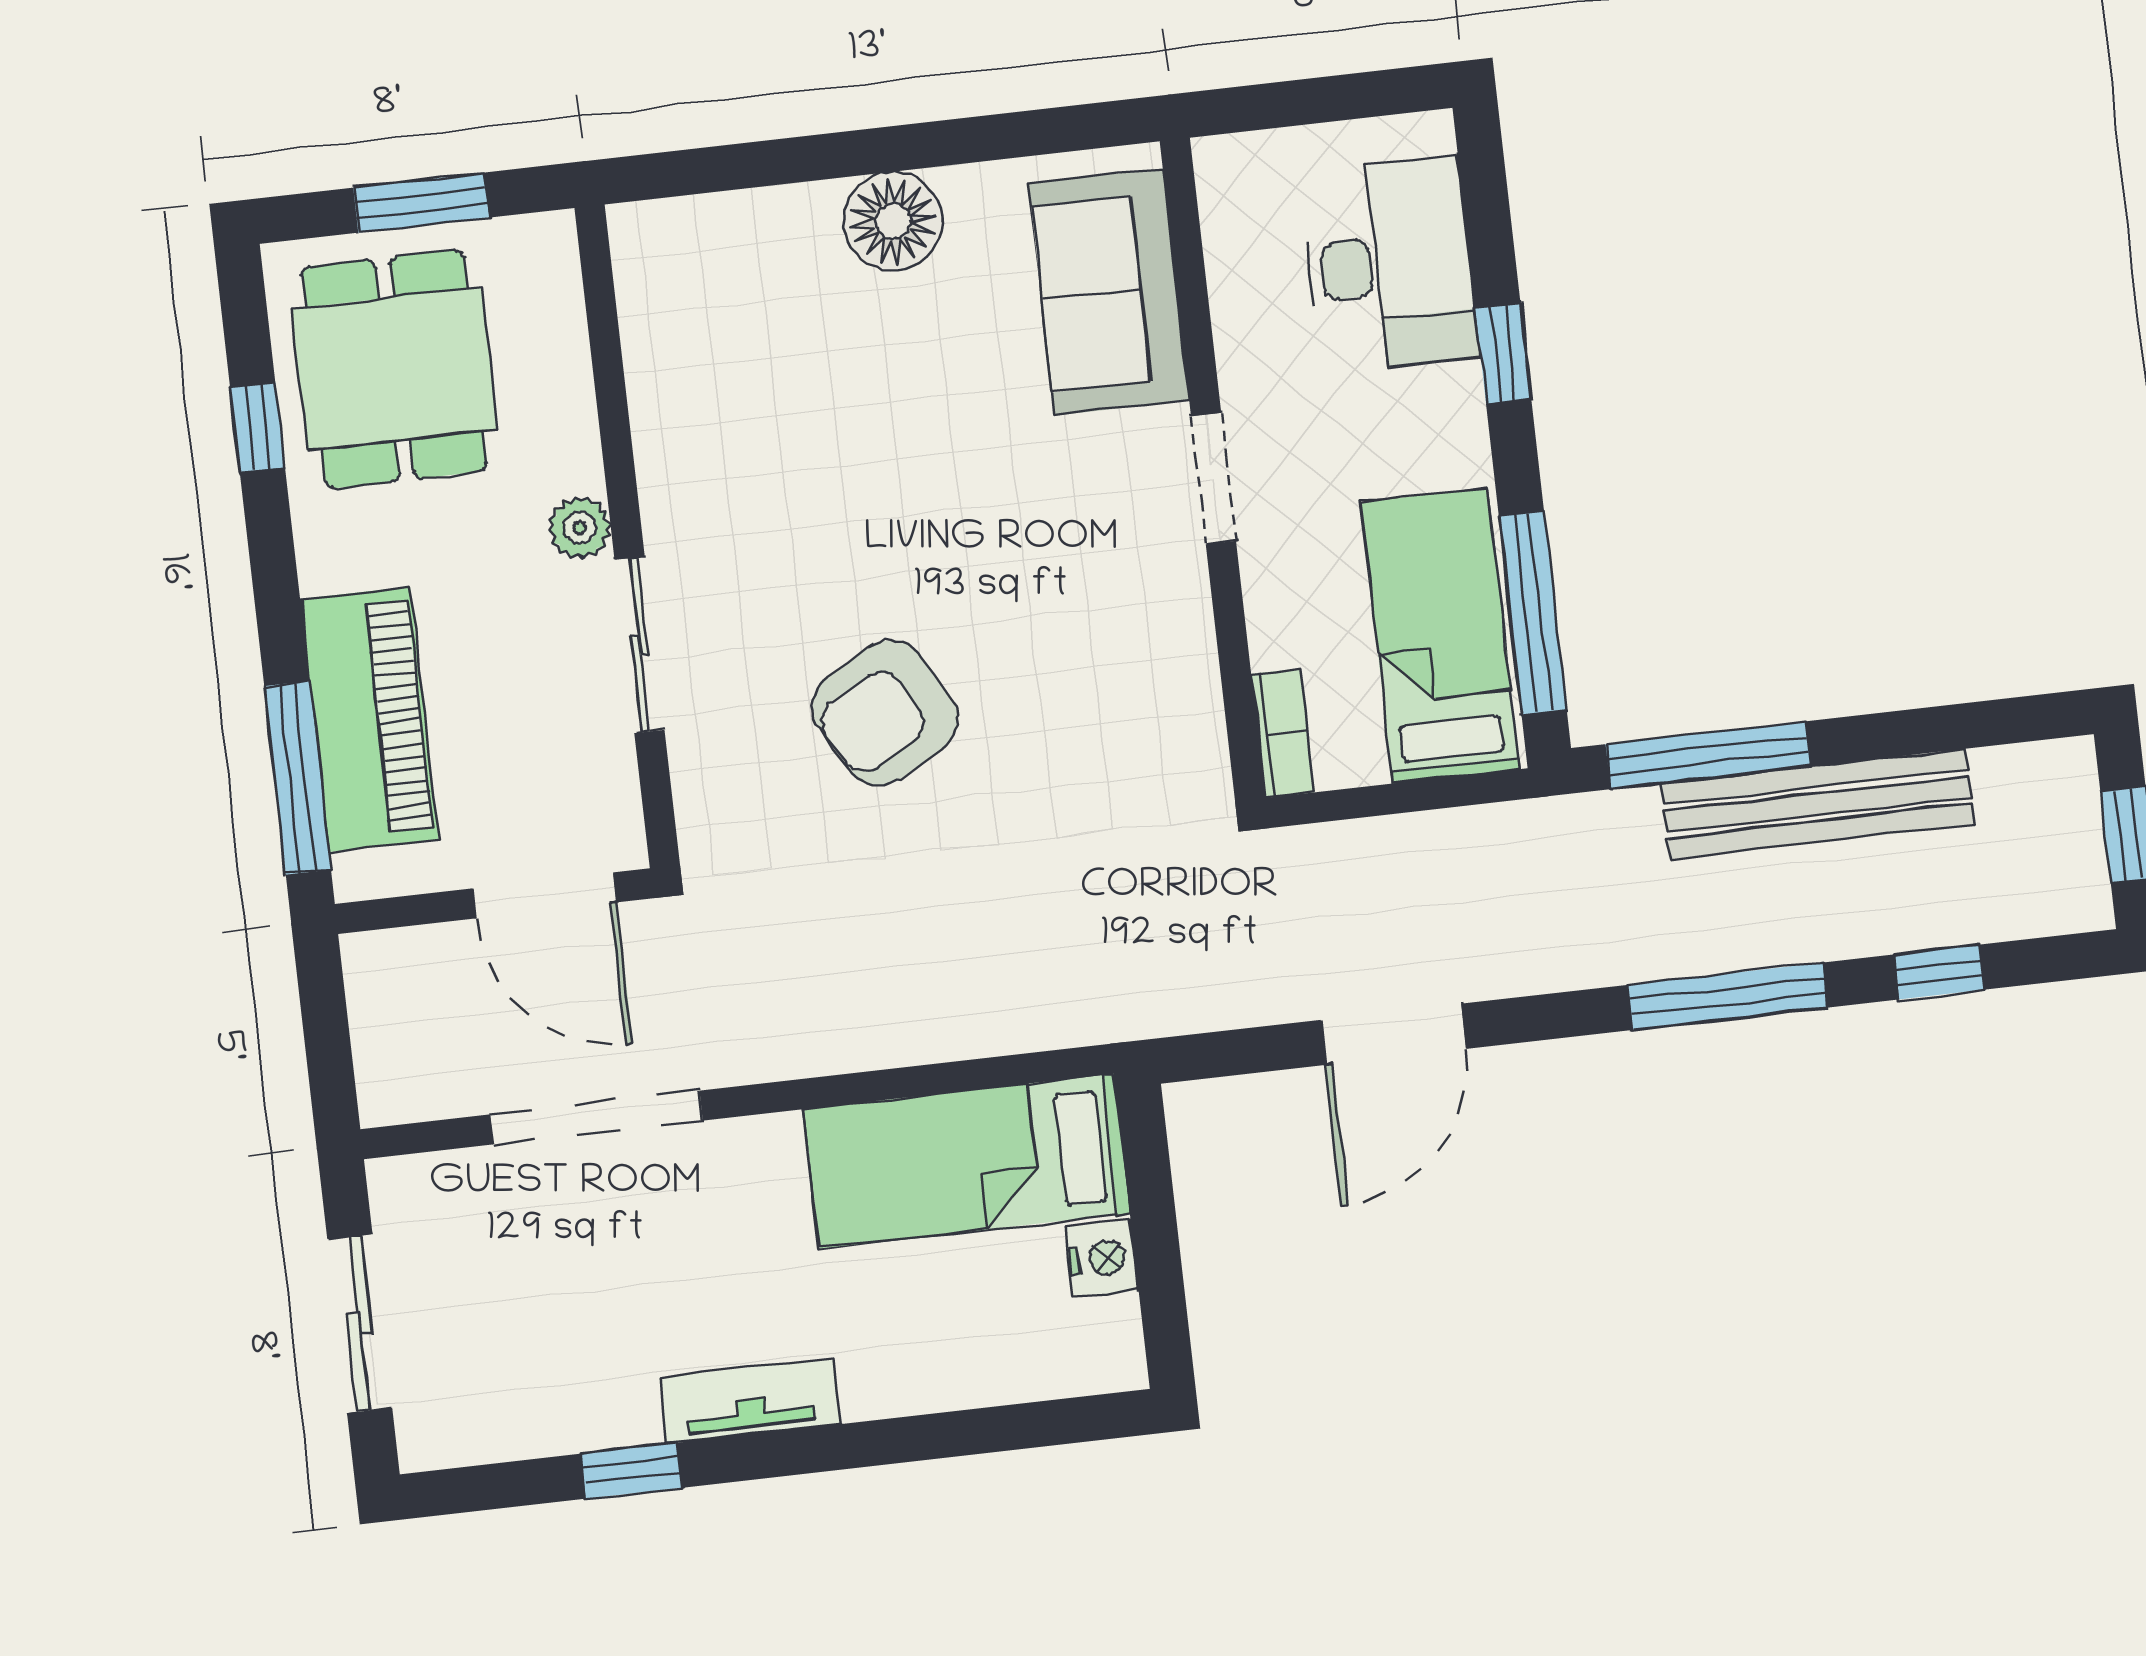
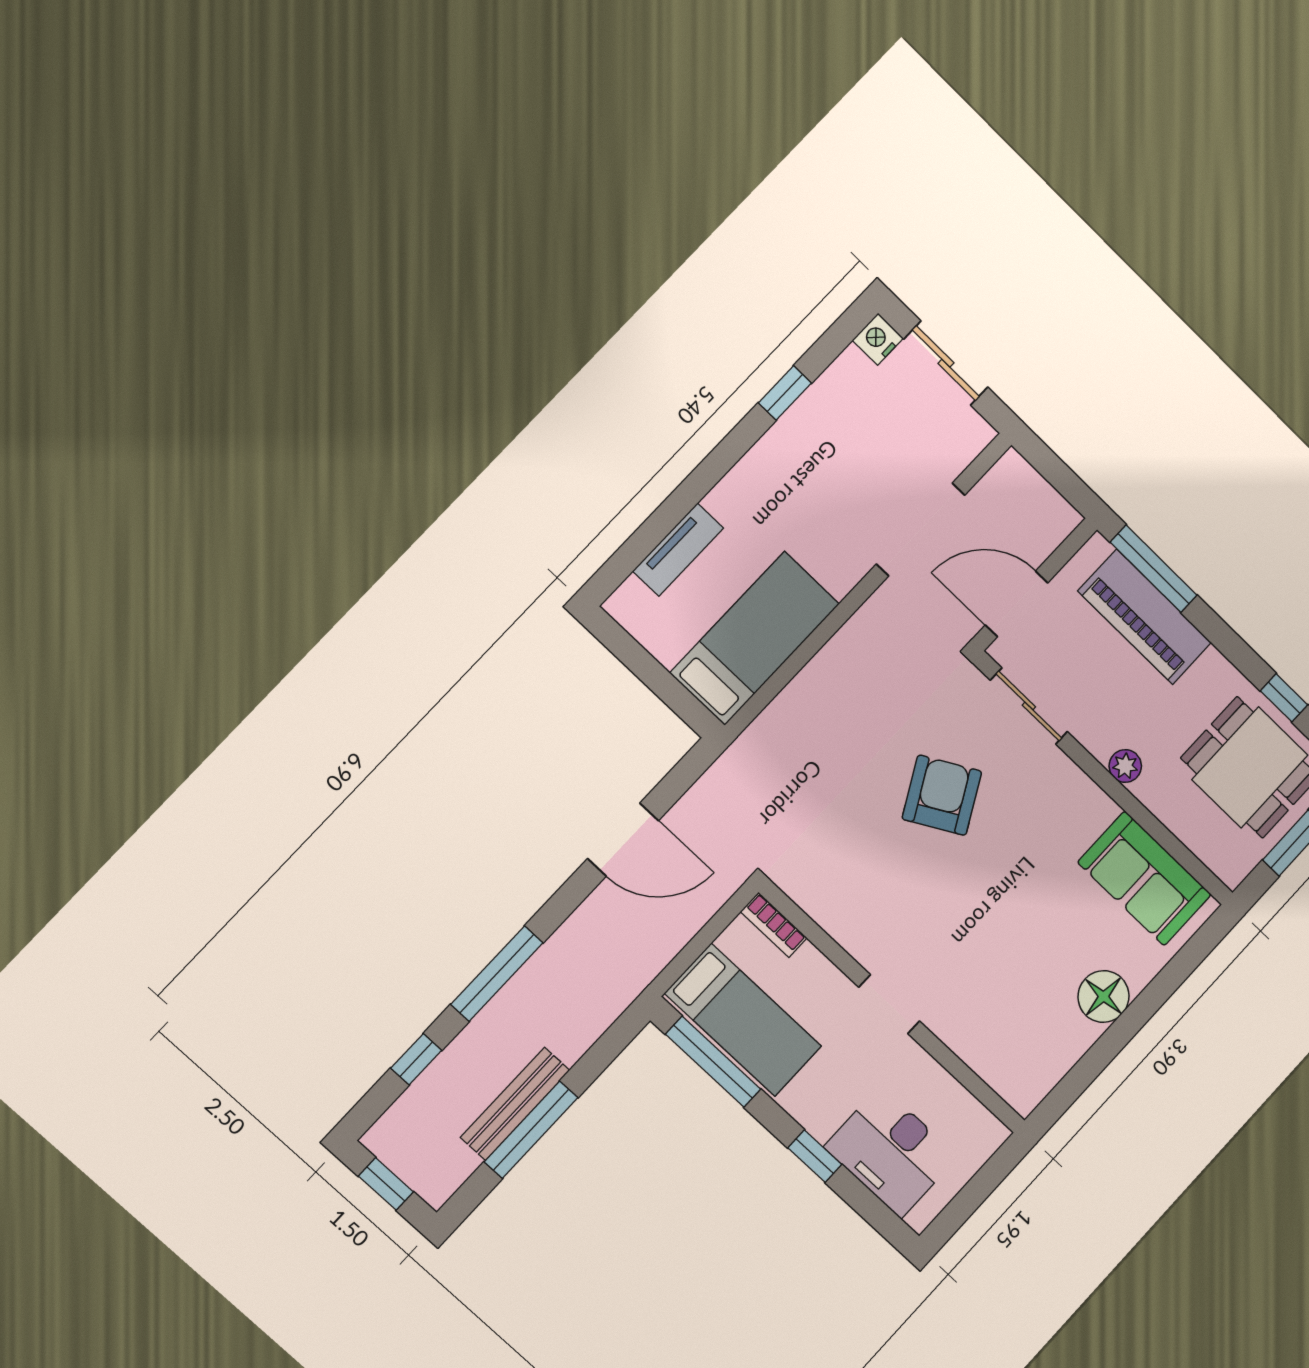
sofa: (1109, 292) -> (1145, 878), moved, turned 180
sliding door: (640, 645) -> (1029, 706), moved
window: (1708, 755) -> (531, 1130), moved
bench: (1817, 804) -> (515, 1104), width x0.73, depth x0.82
door: (1394, 1034) -> (623, 840), swing flipped
nightstand: (1102, 1258) -> (878, 339), moved, turned 90
tv unit: (750, 1401) -> (678, 550), moved

